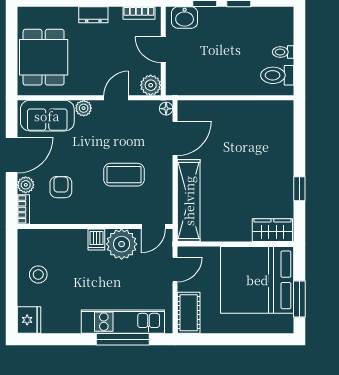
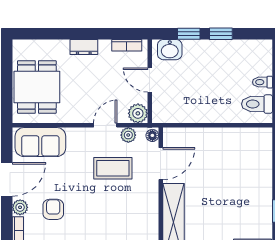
plant: (84, 108) -> (128, 135), moved
coffee table: (124, 175) -> (113, 168), moved

